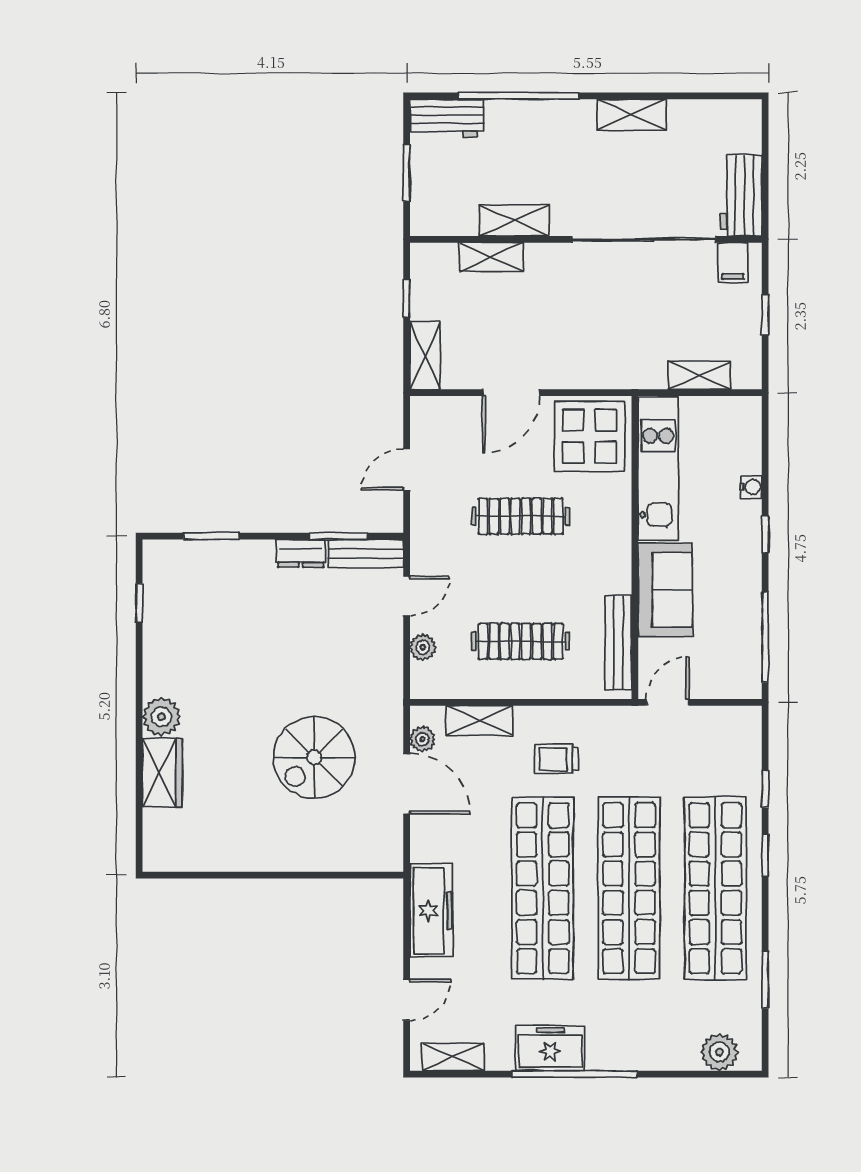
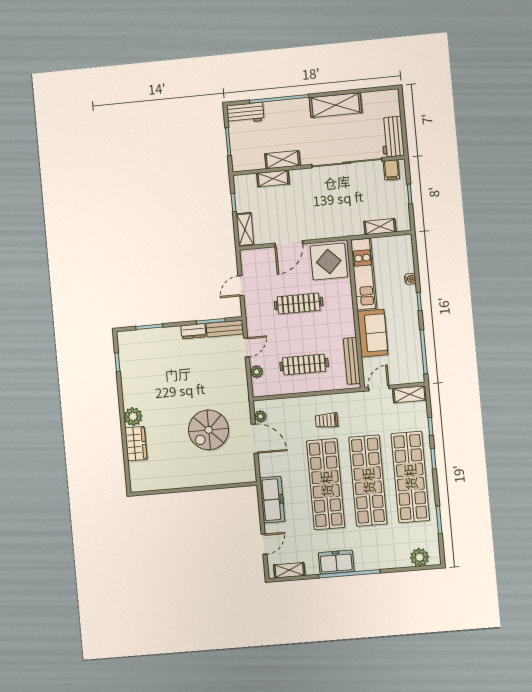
shelving: (632, 115) -> (336, 105), width x1.50, depth x1.33
shelving: (479, 721) -> (410, 394), moved

